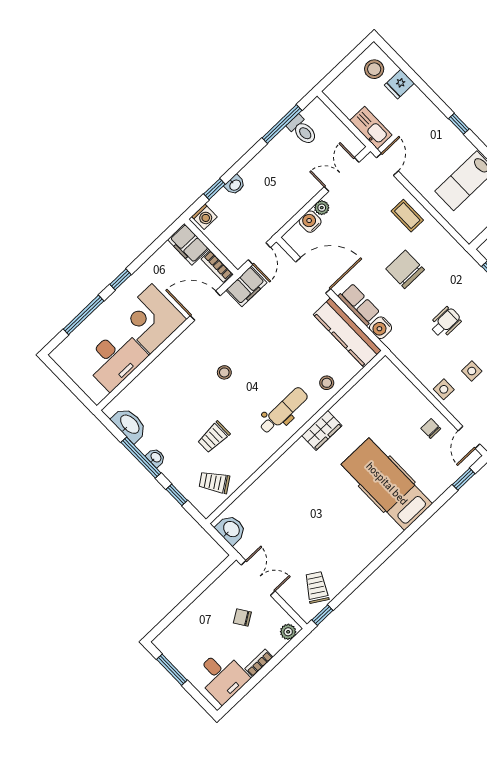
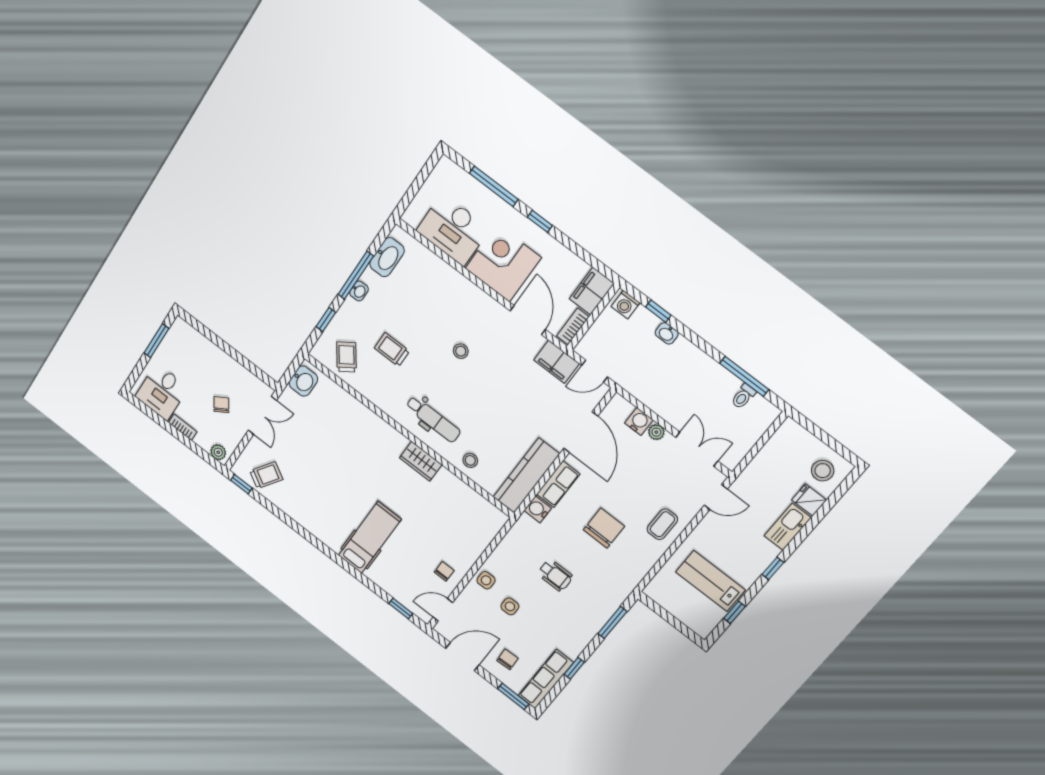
kitchen sink: (371, 128) -> (788, 527), moved, turned 180
toilet: (302, 130) -> (743, 396), width x0.73, depth x0.72
hospital bed: (387, 484) -> (370, 537), width x0.73, depth x0.78

